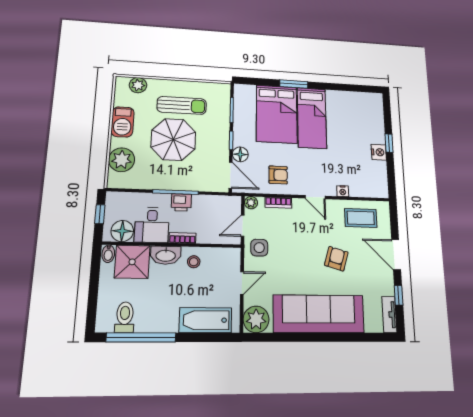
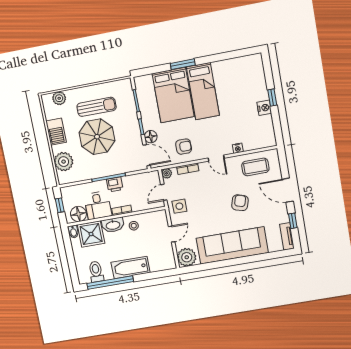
bathtub: (205, 320) -> (131, 267), moved

